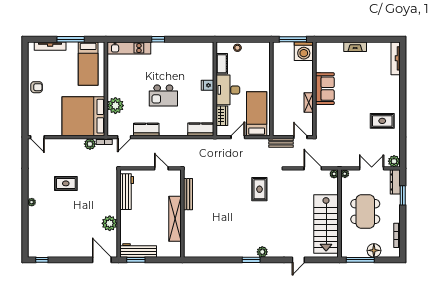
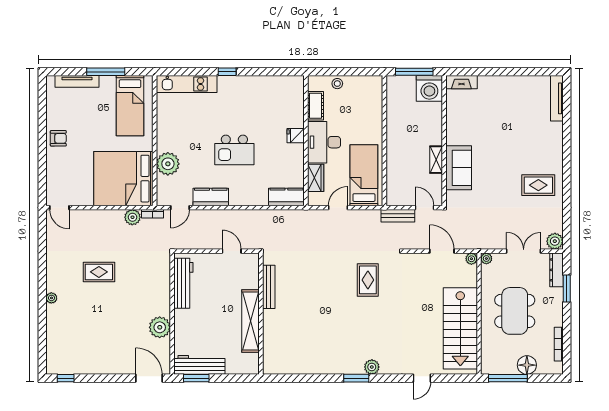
fireplace: (355, 47) -> (461, 82), moved
sofa: (325, 89) -> (459, 168), moved

